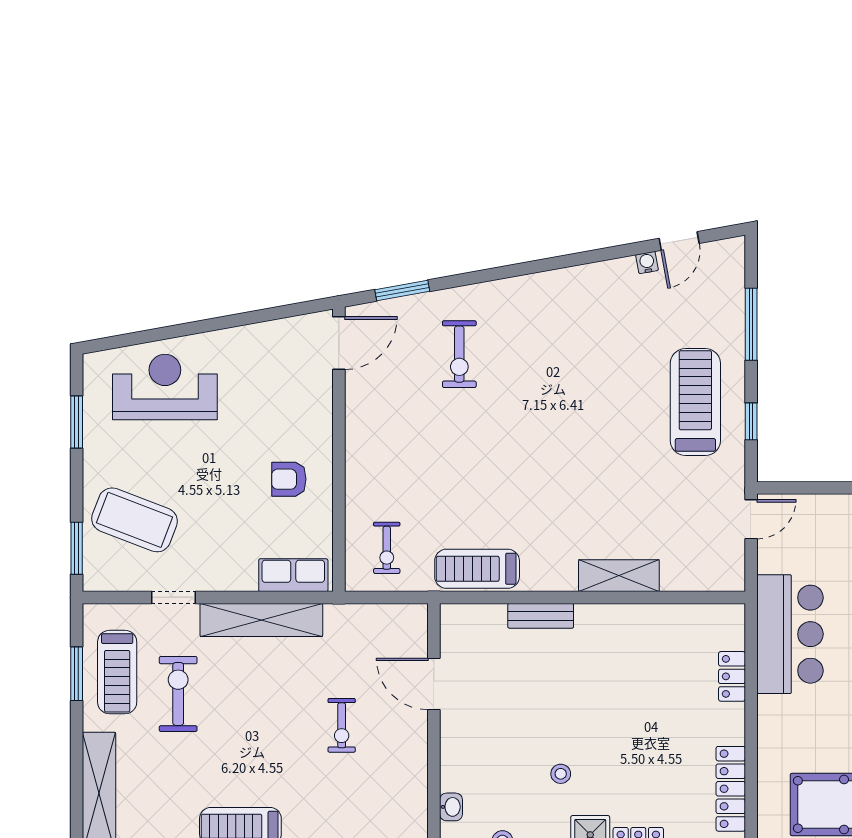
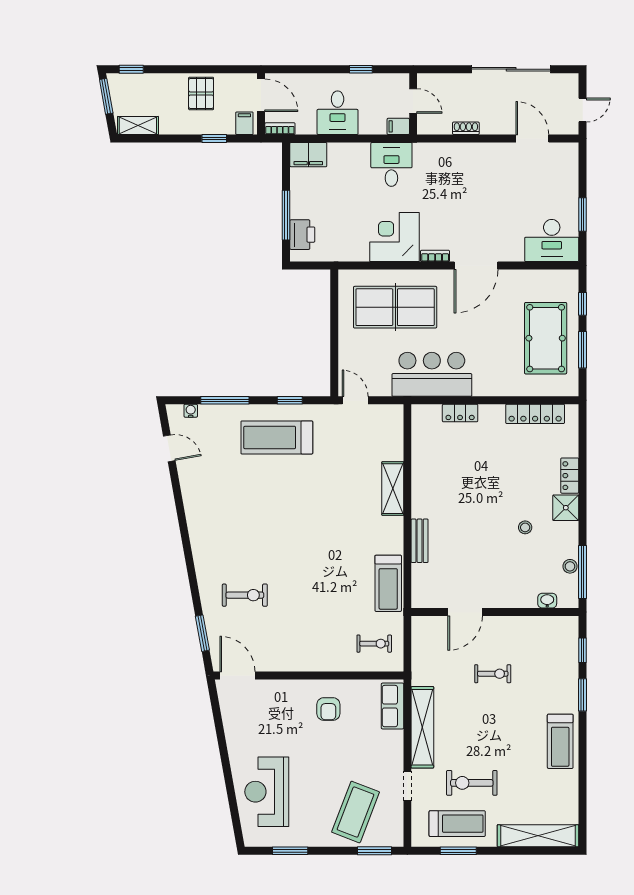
water cooler: (647, 263) -> (191, 411), moved, turned 100

